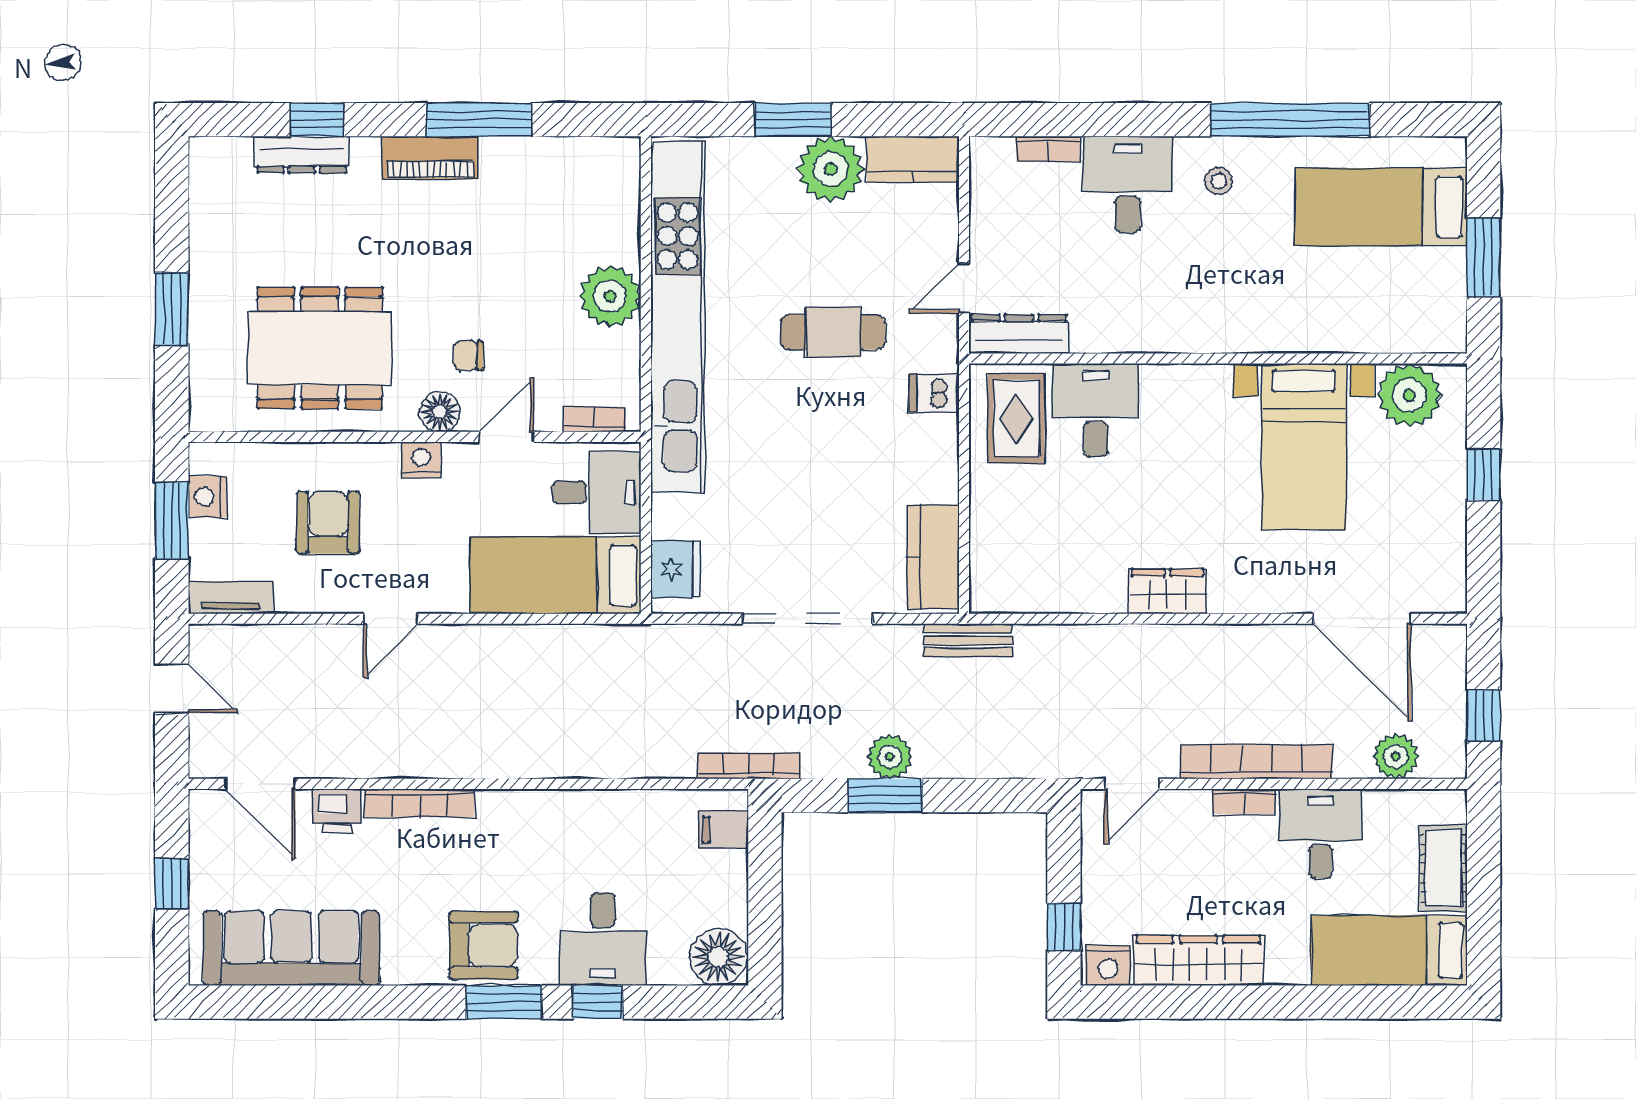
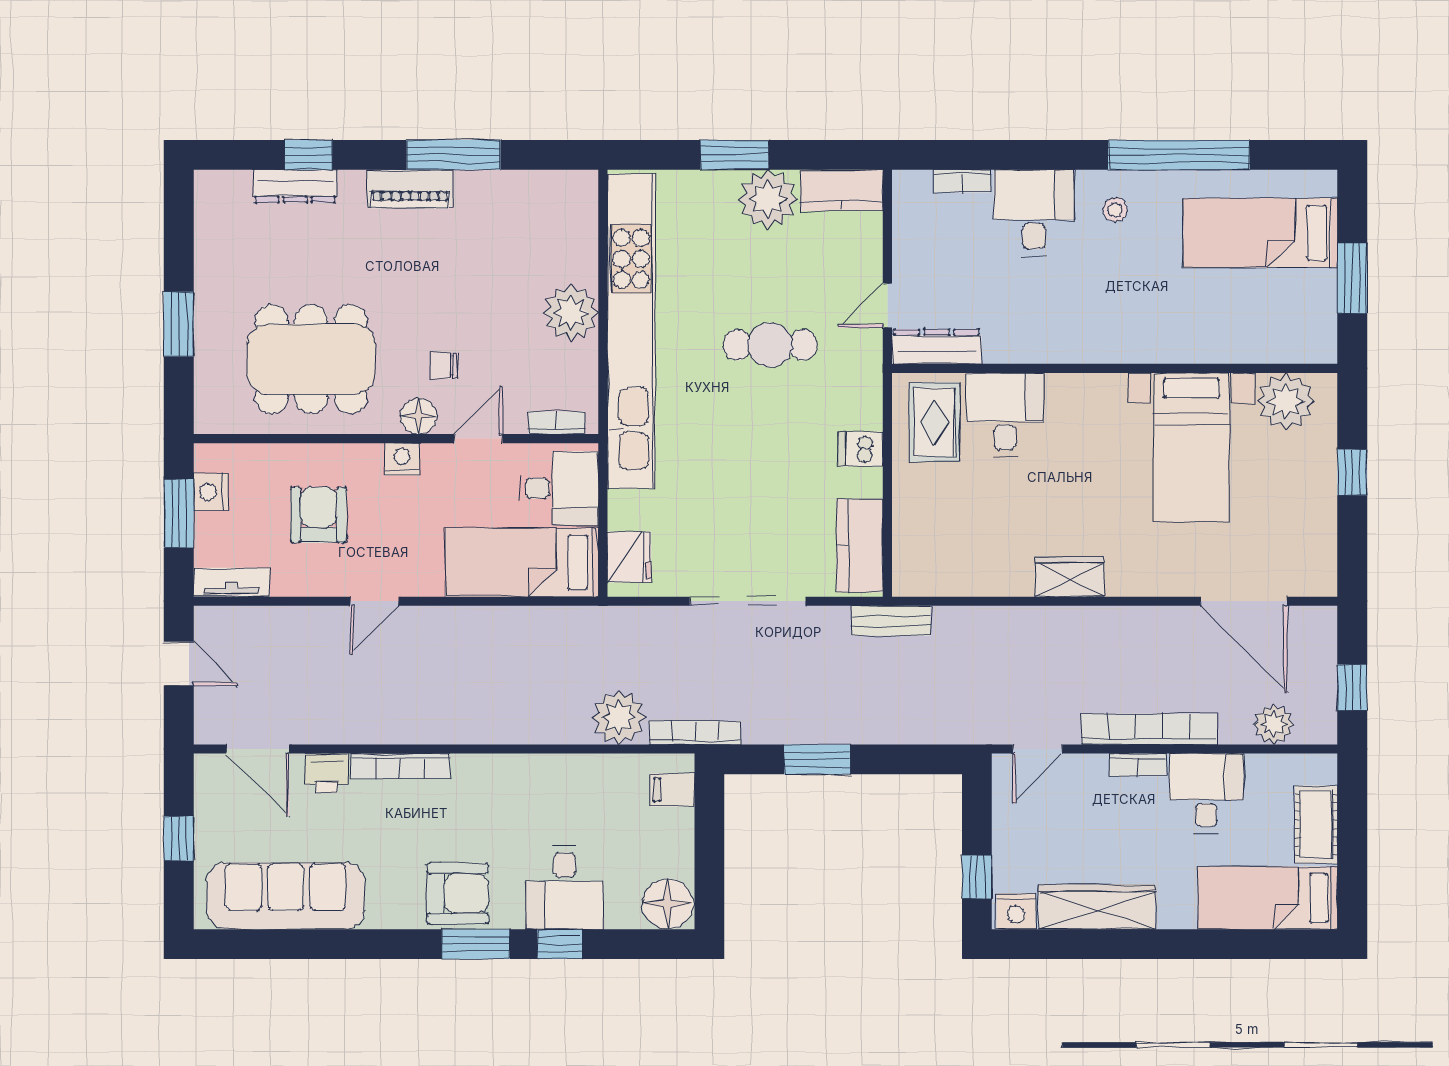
dishwasher: (934, 393) -> (861, 449), moved
plant: (890, 757) -> (619, 717), moved, width x1.36, depth x1.36

